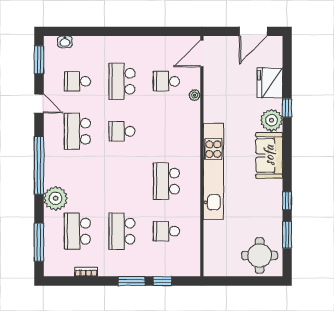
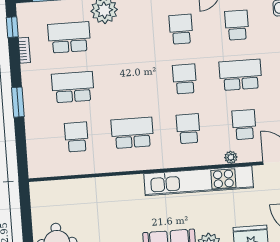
school desk: (77, 131) -> (181, 29), width x0.54
school desk: (166, 131) -> (188, 129), added
kitchen unit: (213, 171) -> (199, 181), moved
window: (162, 281) -> (12, 27), moved

